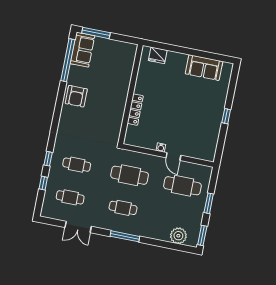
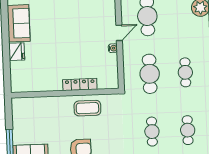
fridge: (158, 55) -> (17, 52), moved
coffee table: (112, 111) -> (87, 108), added

